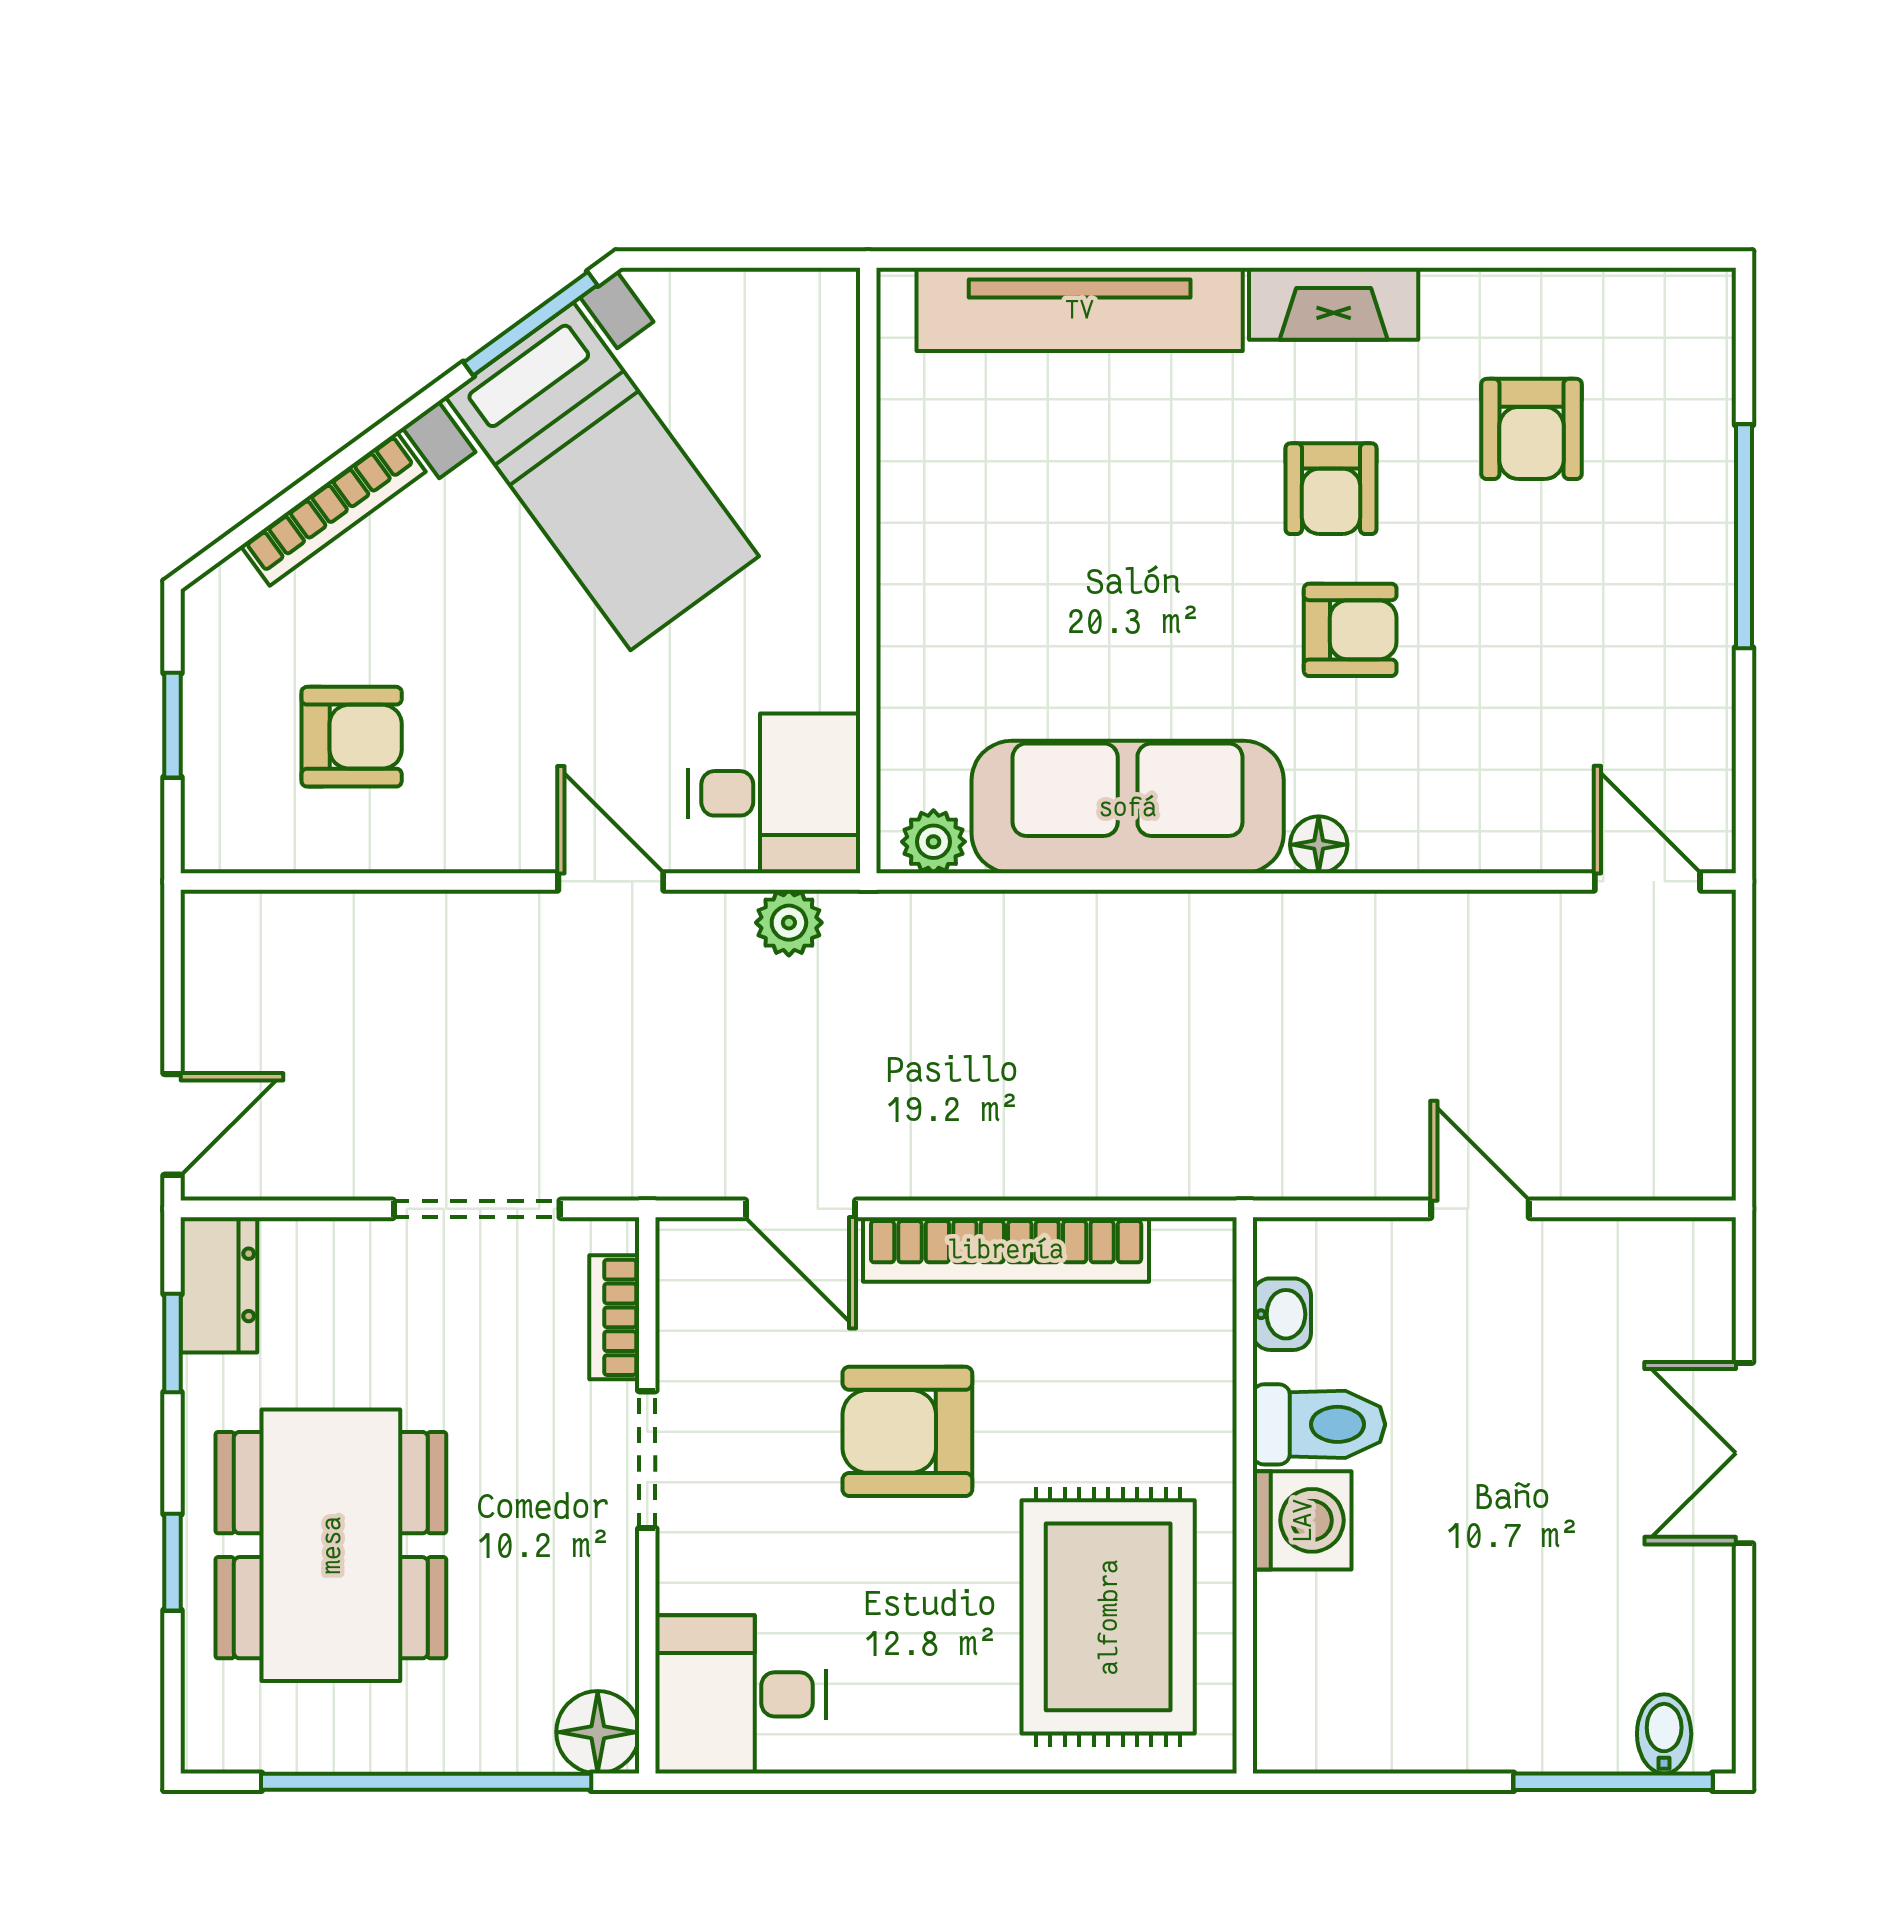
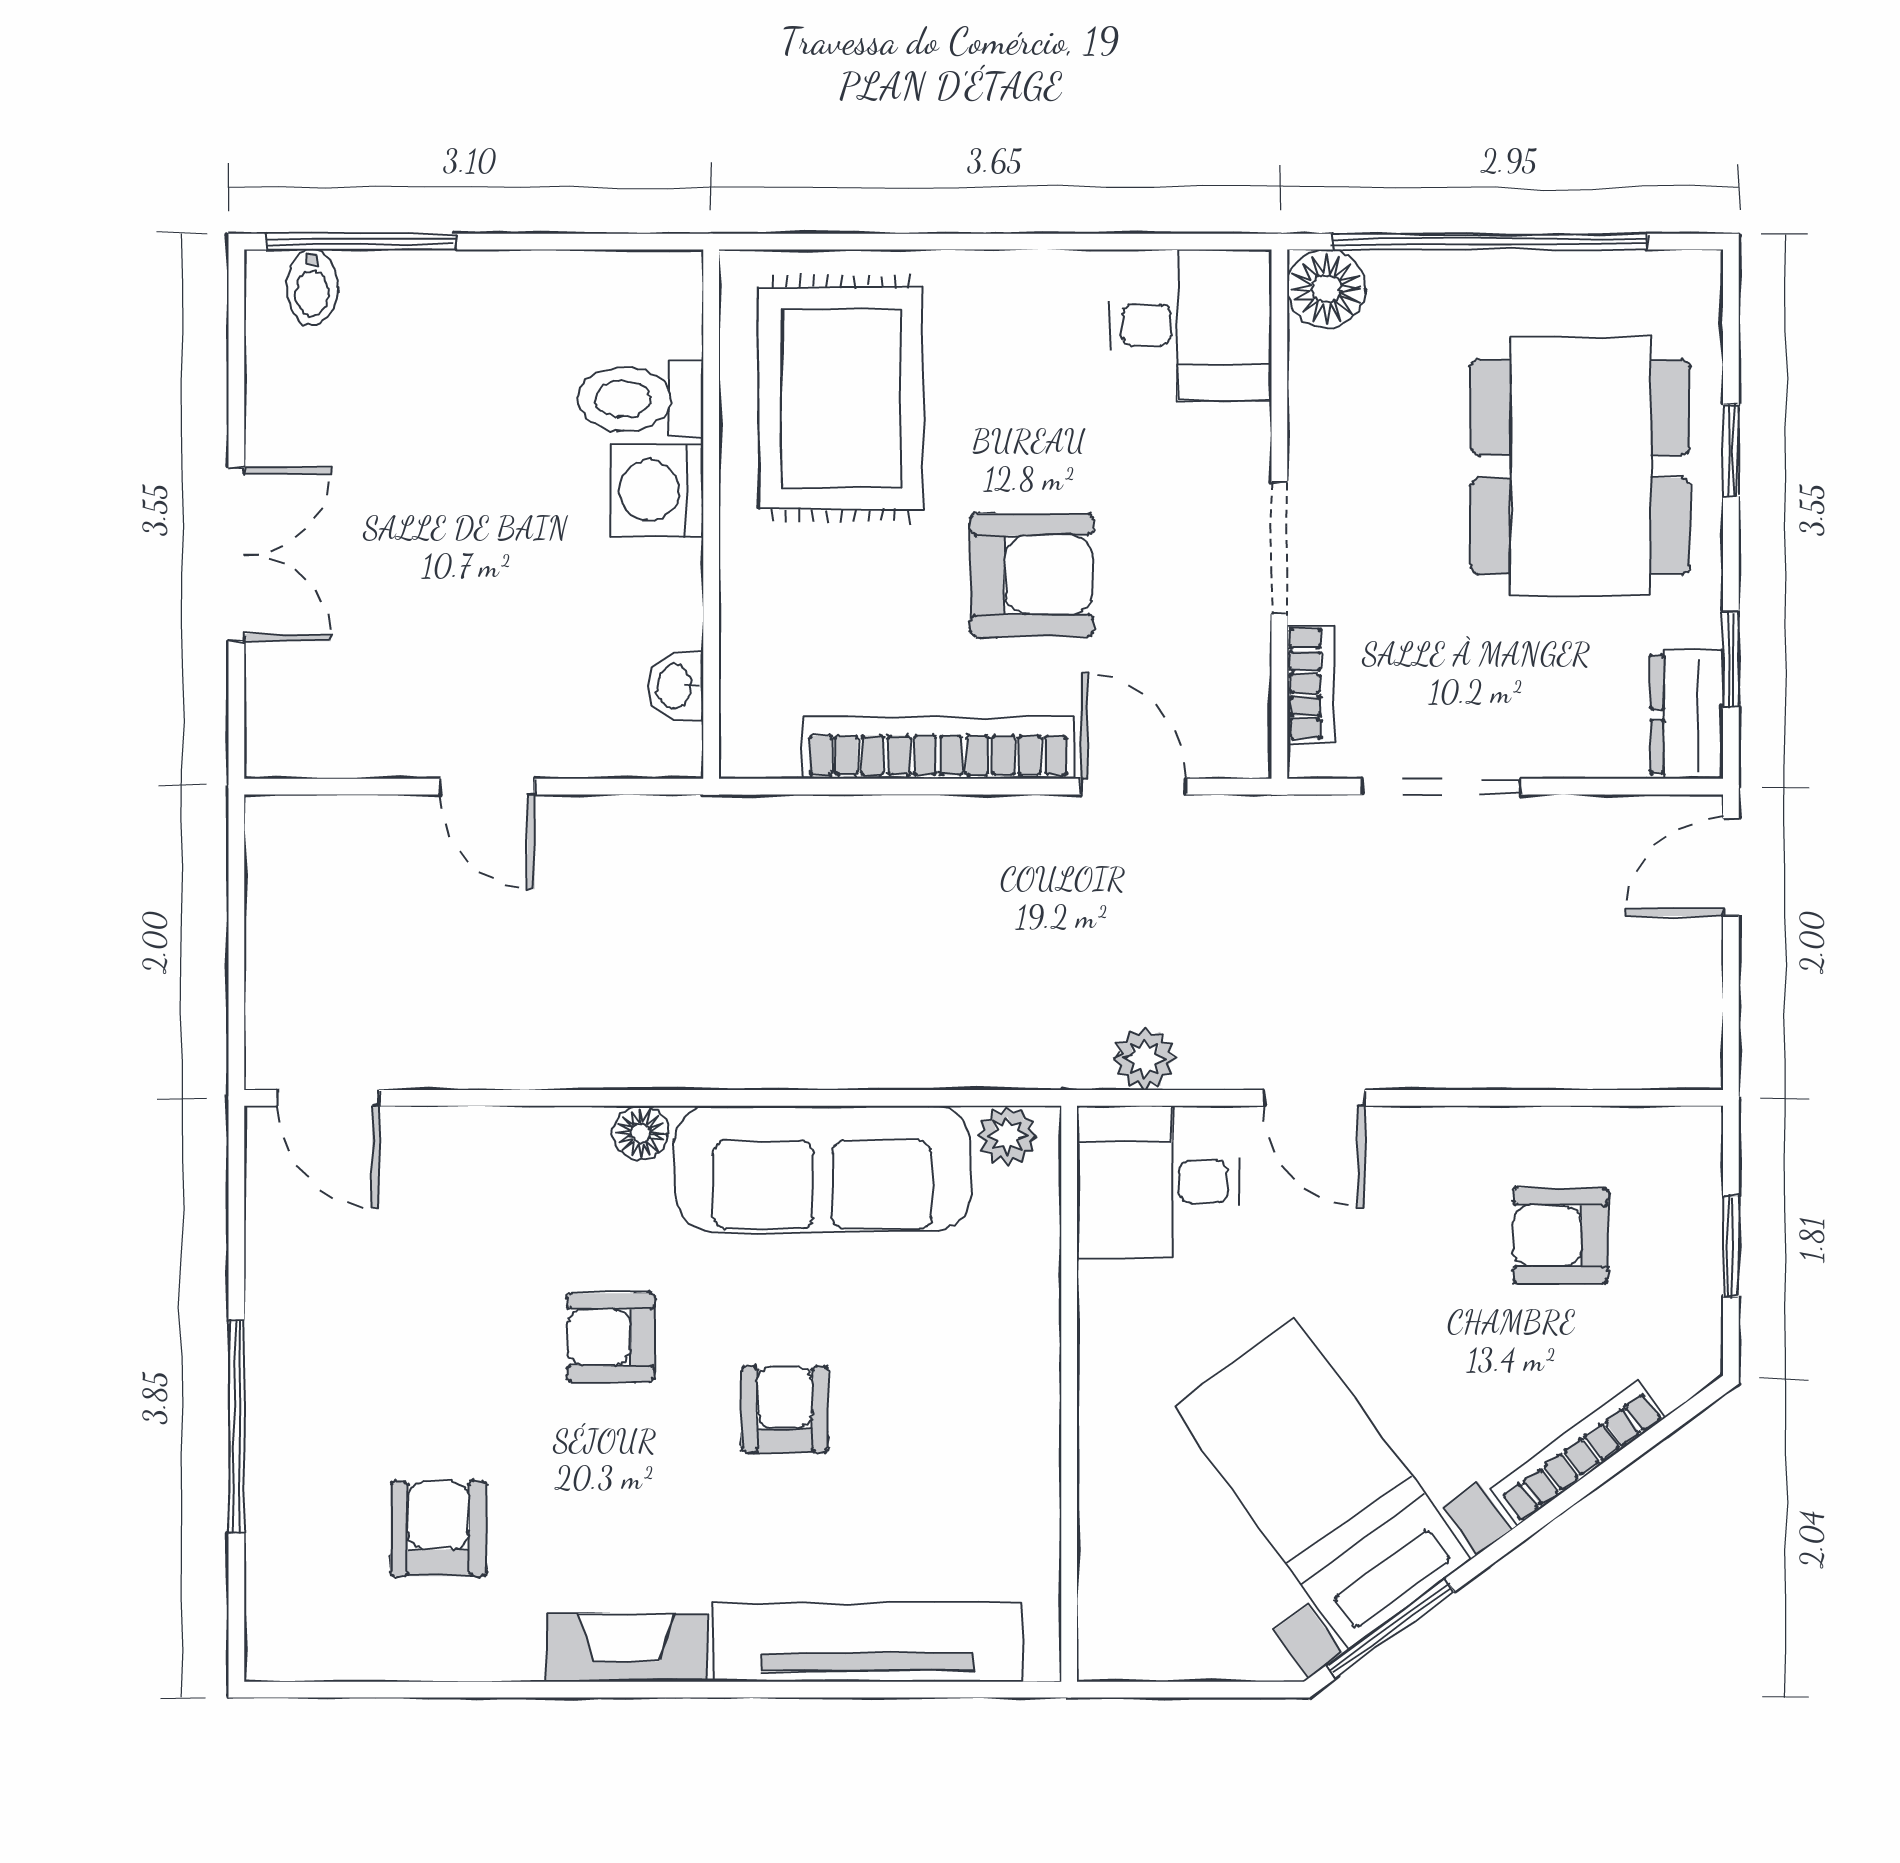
armchair: (1331, 489) -> (785, 1409), moved
toilet: (1319, 1424) -> (640, 399), moved

